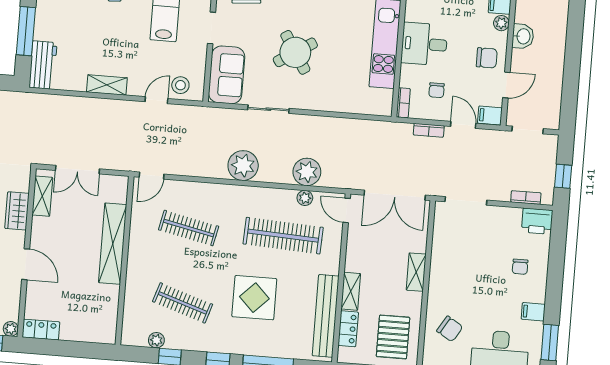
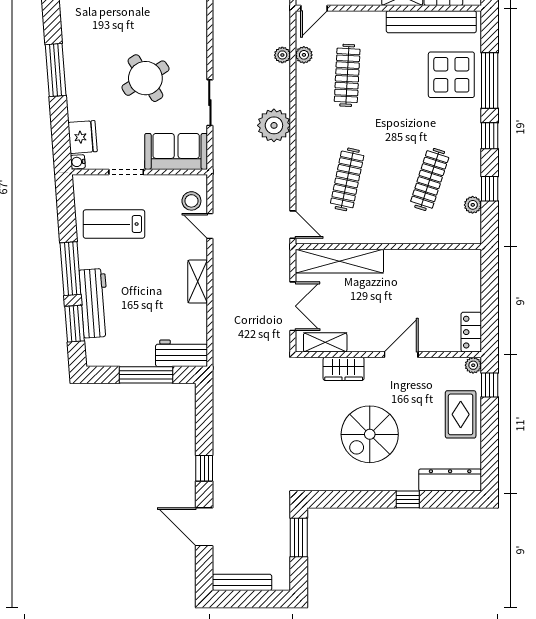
plant: (307, 172) -> (282, 55), width x0.53, depth x0.53
clothes rail: (283, 236) -> (347, 75), width x0.73, depth x0.76
shelving: (113, 244) -> (339, 261), moved
display table: (254, 298) -> (451, 75), moved

